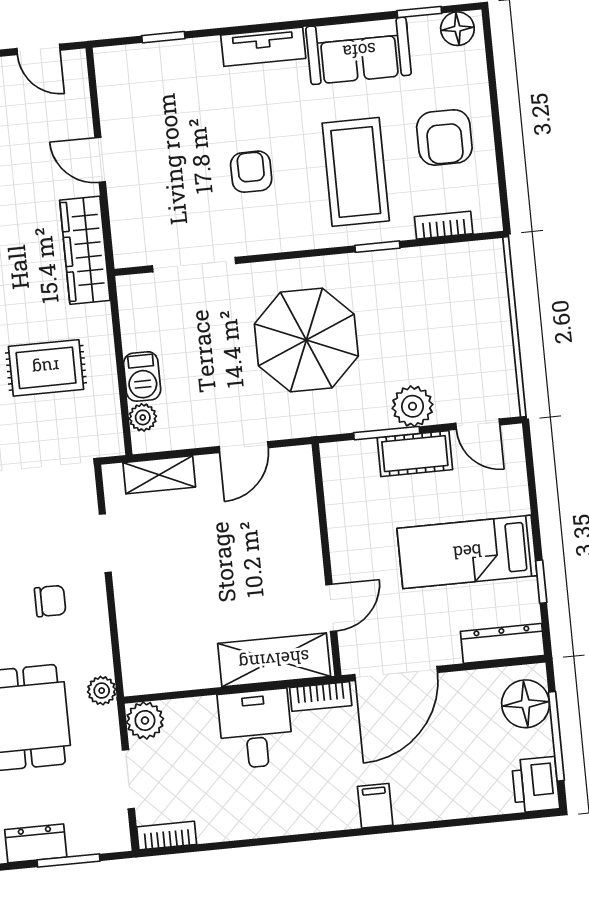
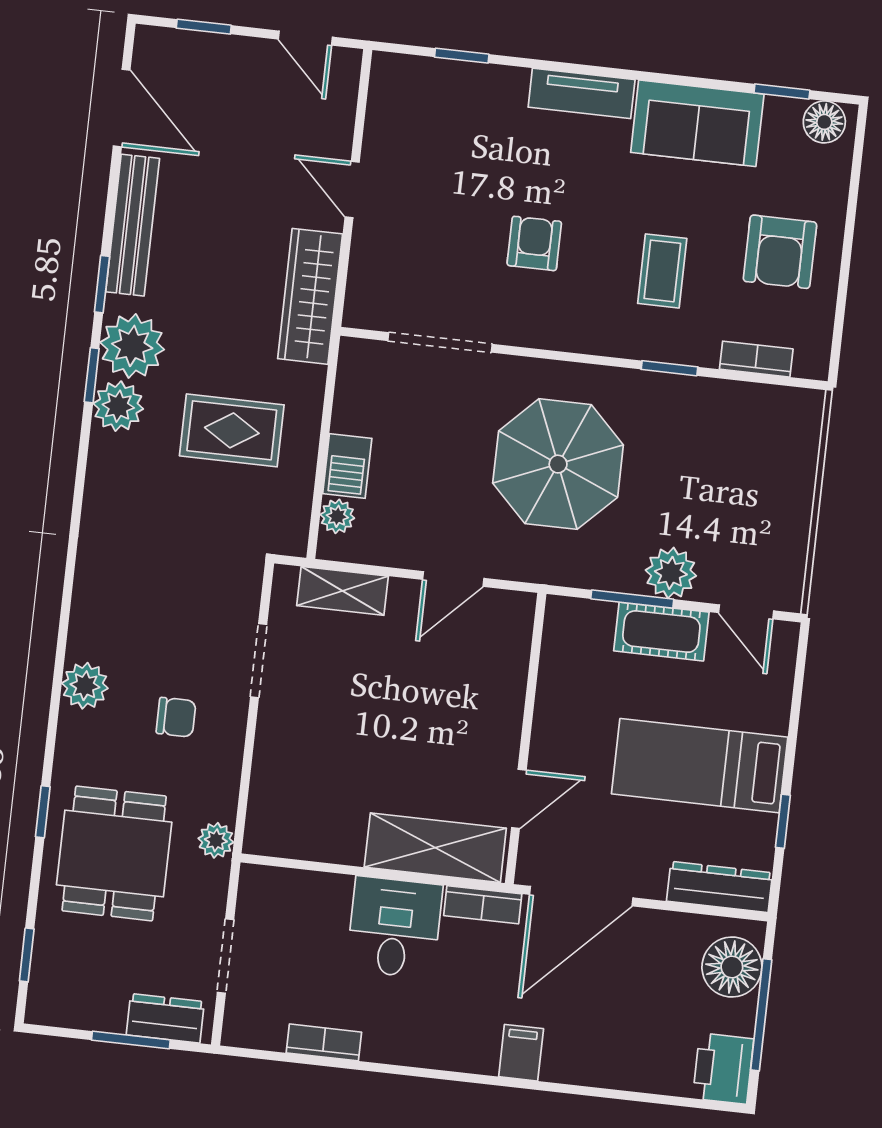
coffee table: (356, 172) -> (662, 271), width x0.54, depth x0.58
plant: (145, 720) -> (261, 888), removed
bookcase: (167, 836) -> (324, 1042), moved
dresser: (36, 843) -> (165, 1018), moved

